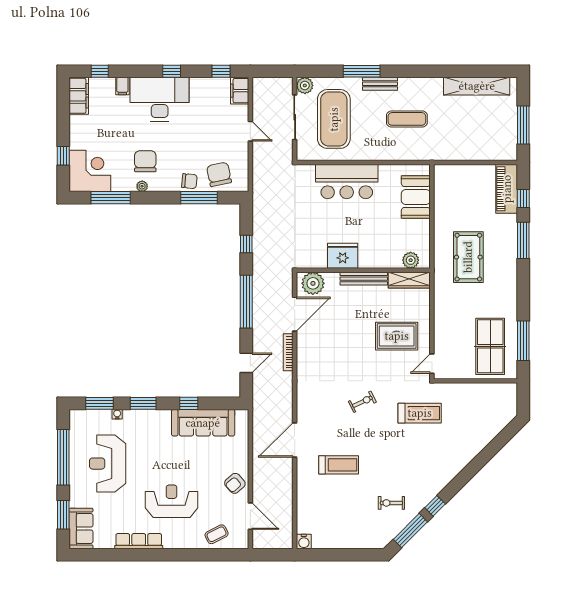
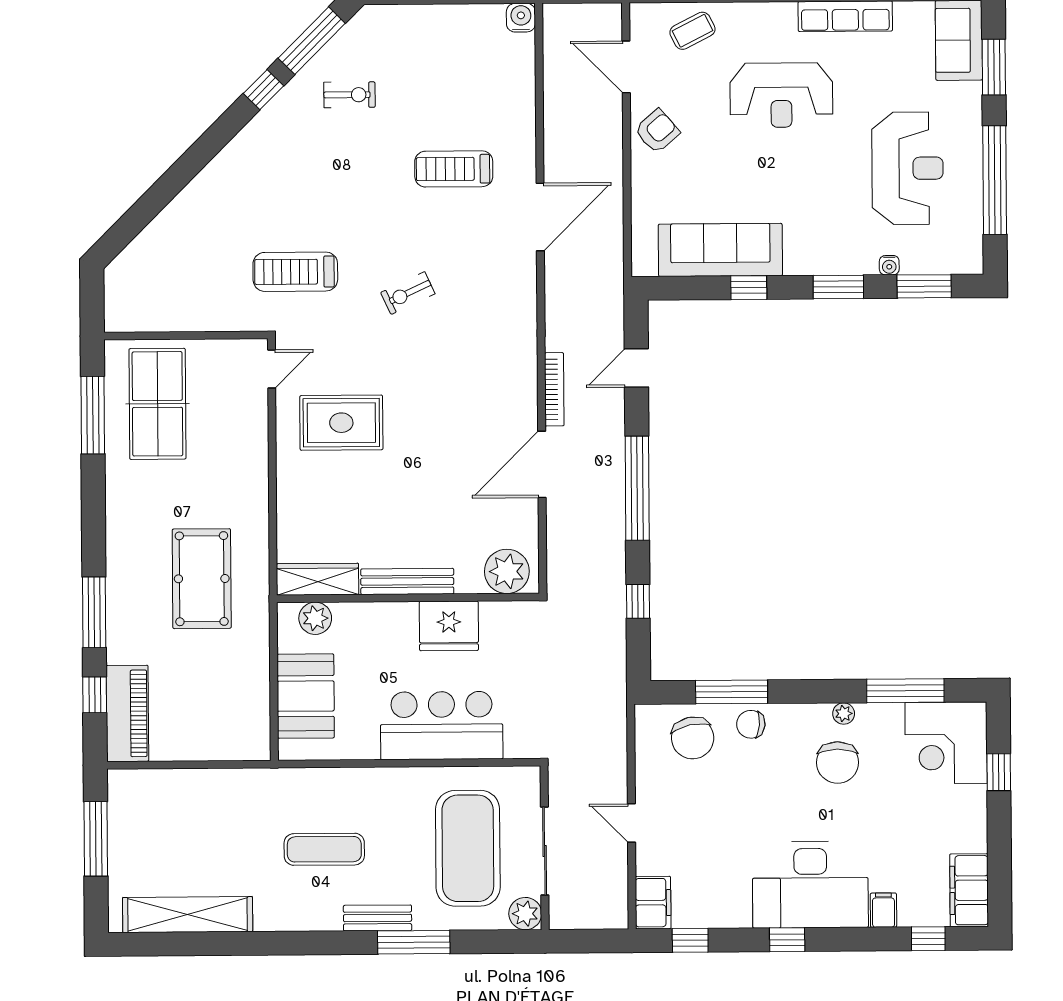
fridge: (343, 256) -> (449, 626), moved
plant: (411, 260) -> (315, 618), moved
wall: (363, 270) -> (408, 598), moved
bench: (364, 279) -> (407, 581), moved
wardrobe: (409, 280) -> (318, 579), moved
plant: (313, 283) -> (507, 571), moved

